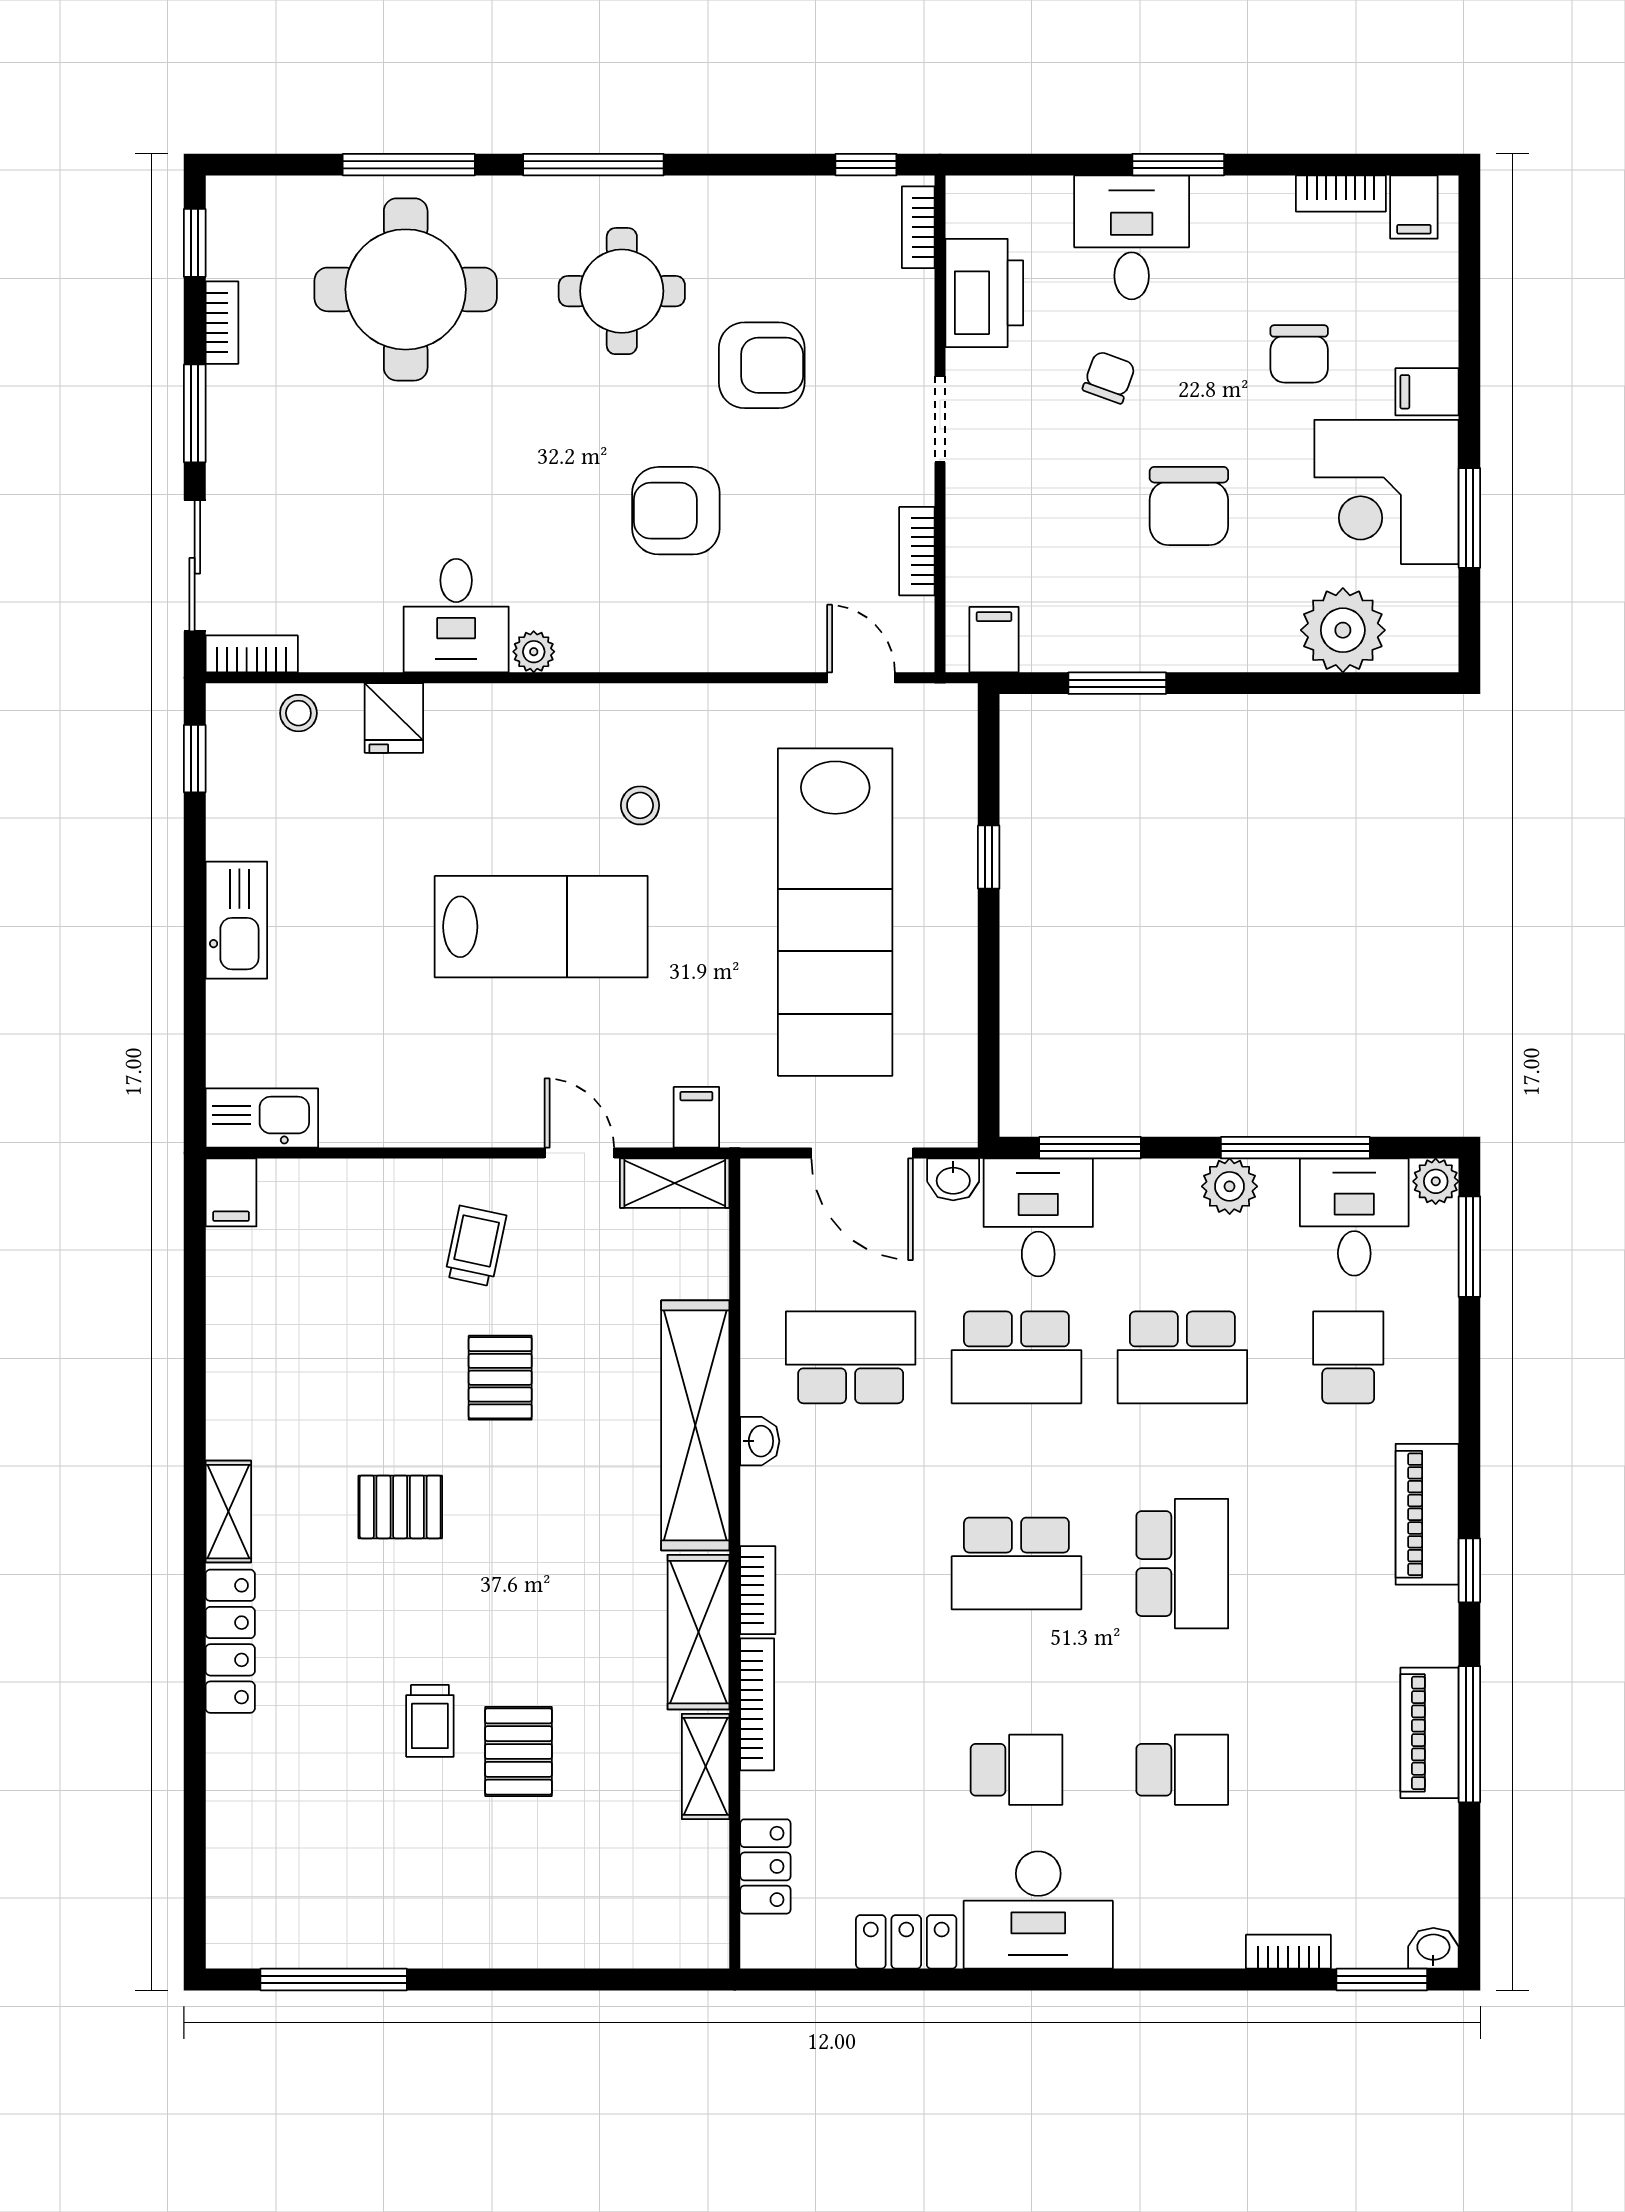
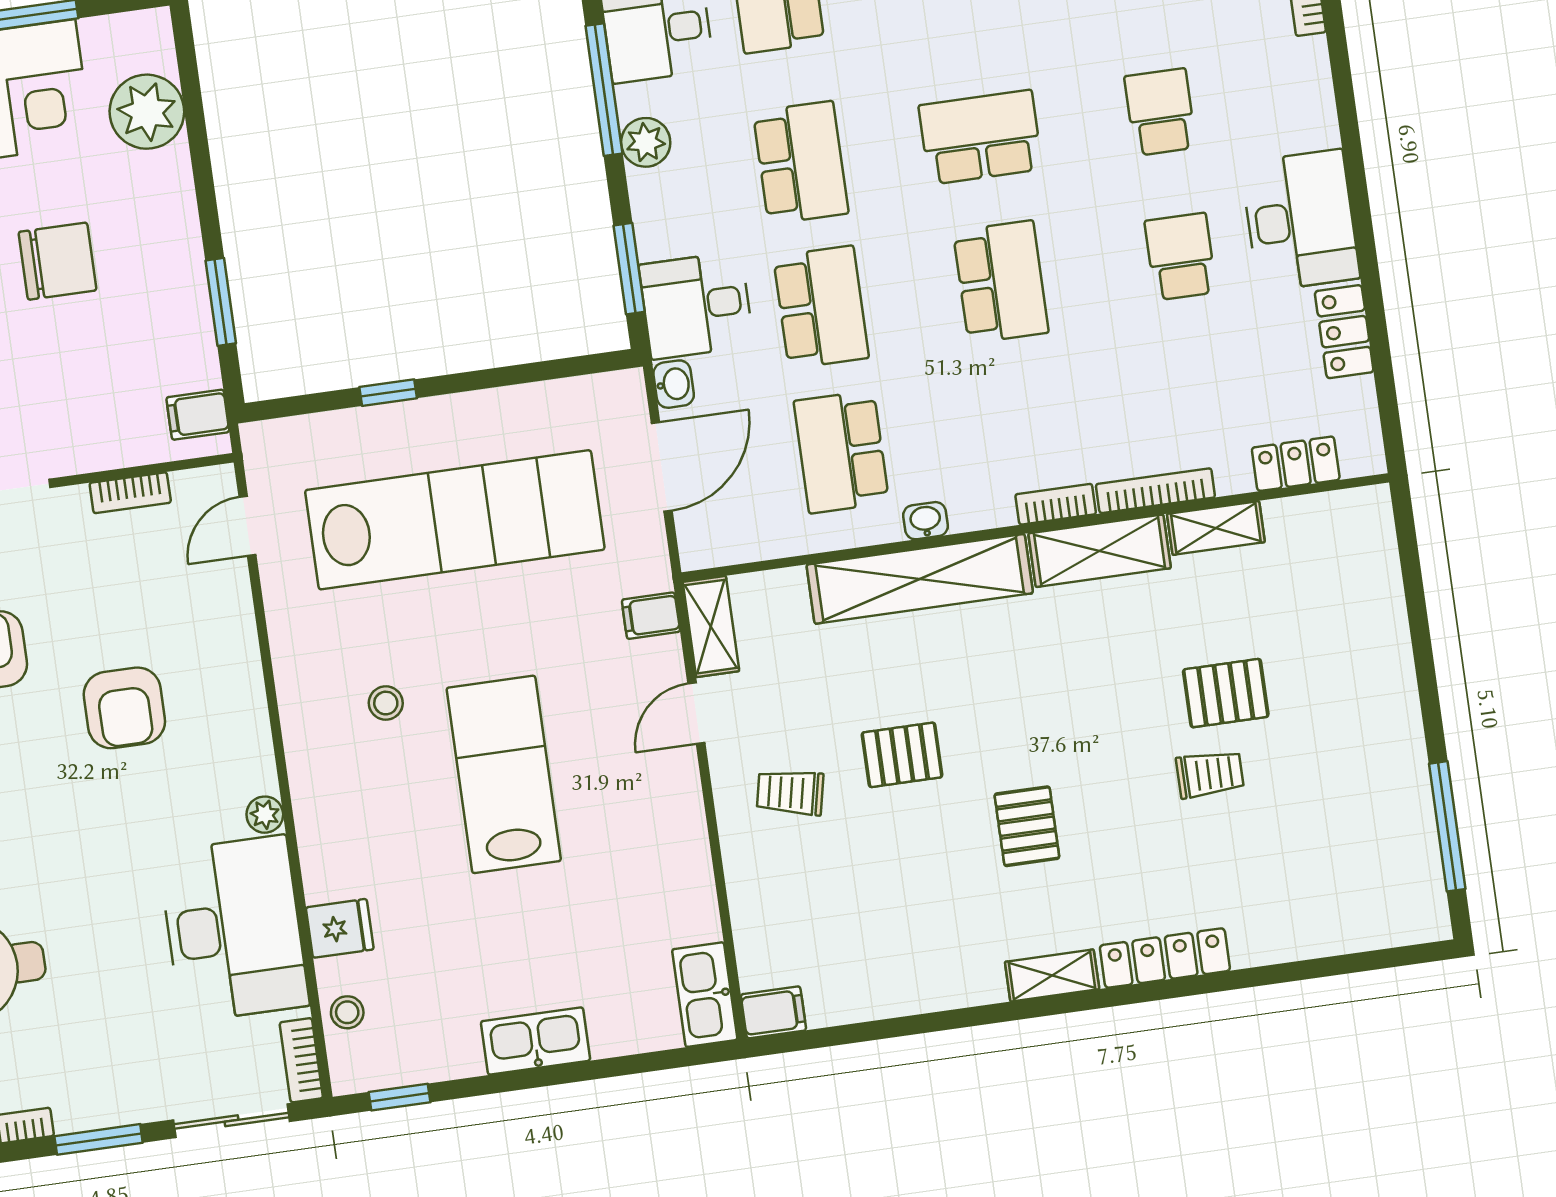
desk: (456, 616) -> (234, 929), width x1.87, depth x1.30

